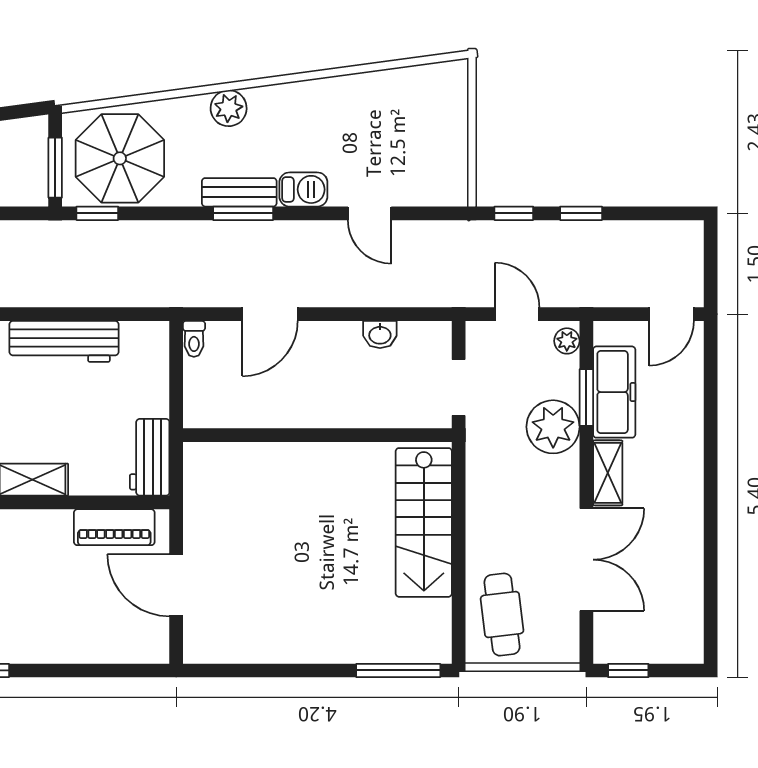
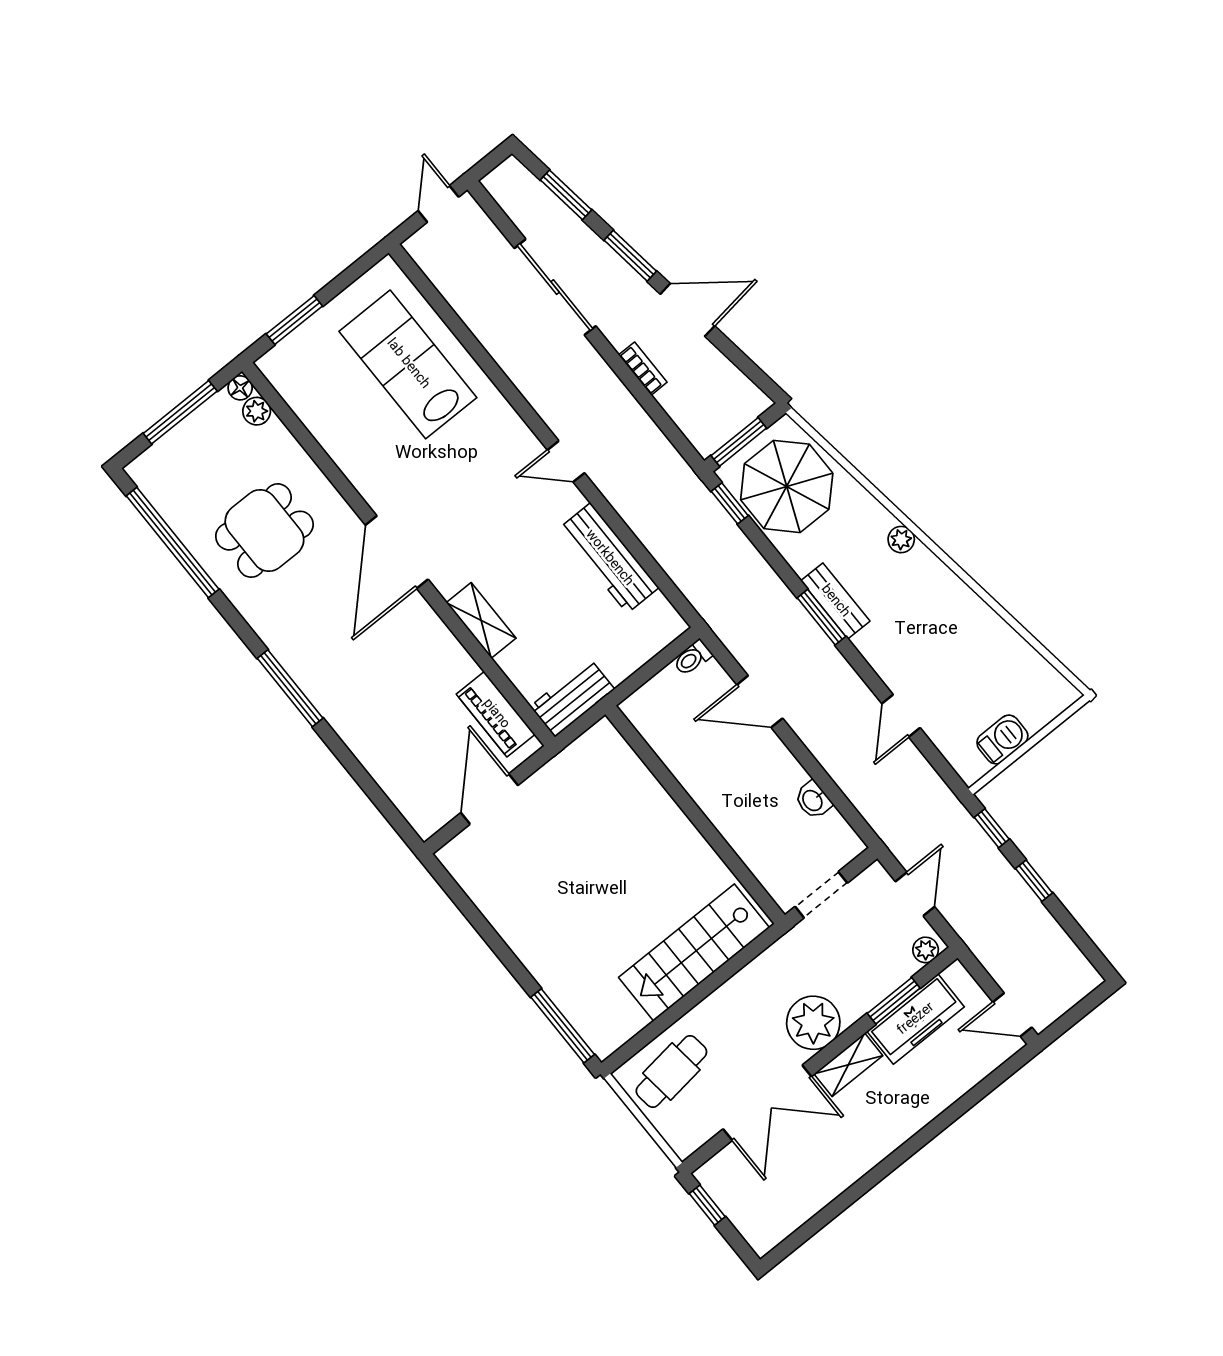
plant: (229, 108) -> (901, 540), width x0.73, depth x0.73
barbecue: (303, 189) -> (1002, 739), moved, turned -90
plant: (553, 427) -> (813, 1023), moved

